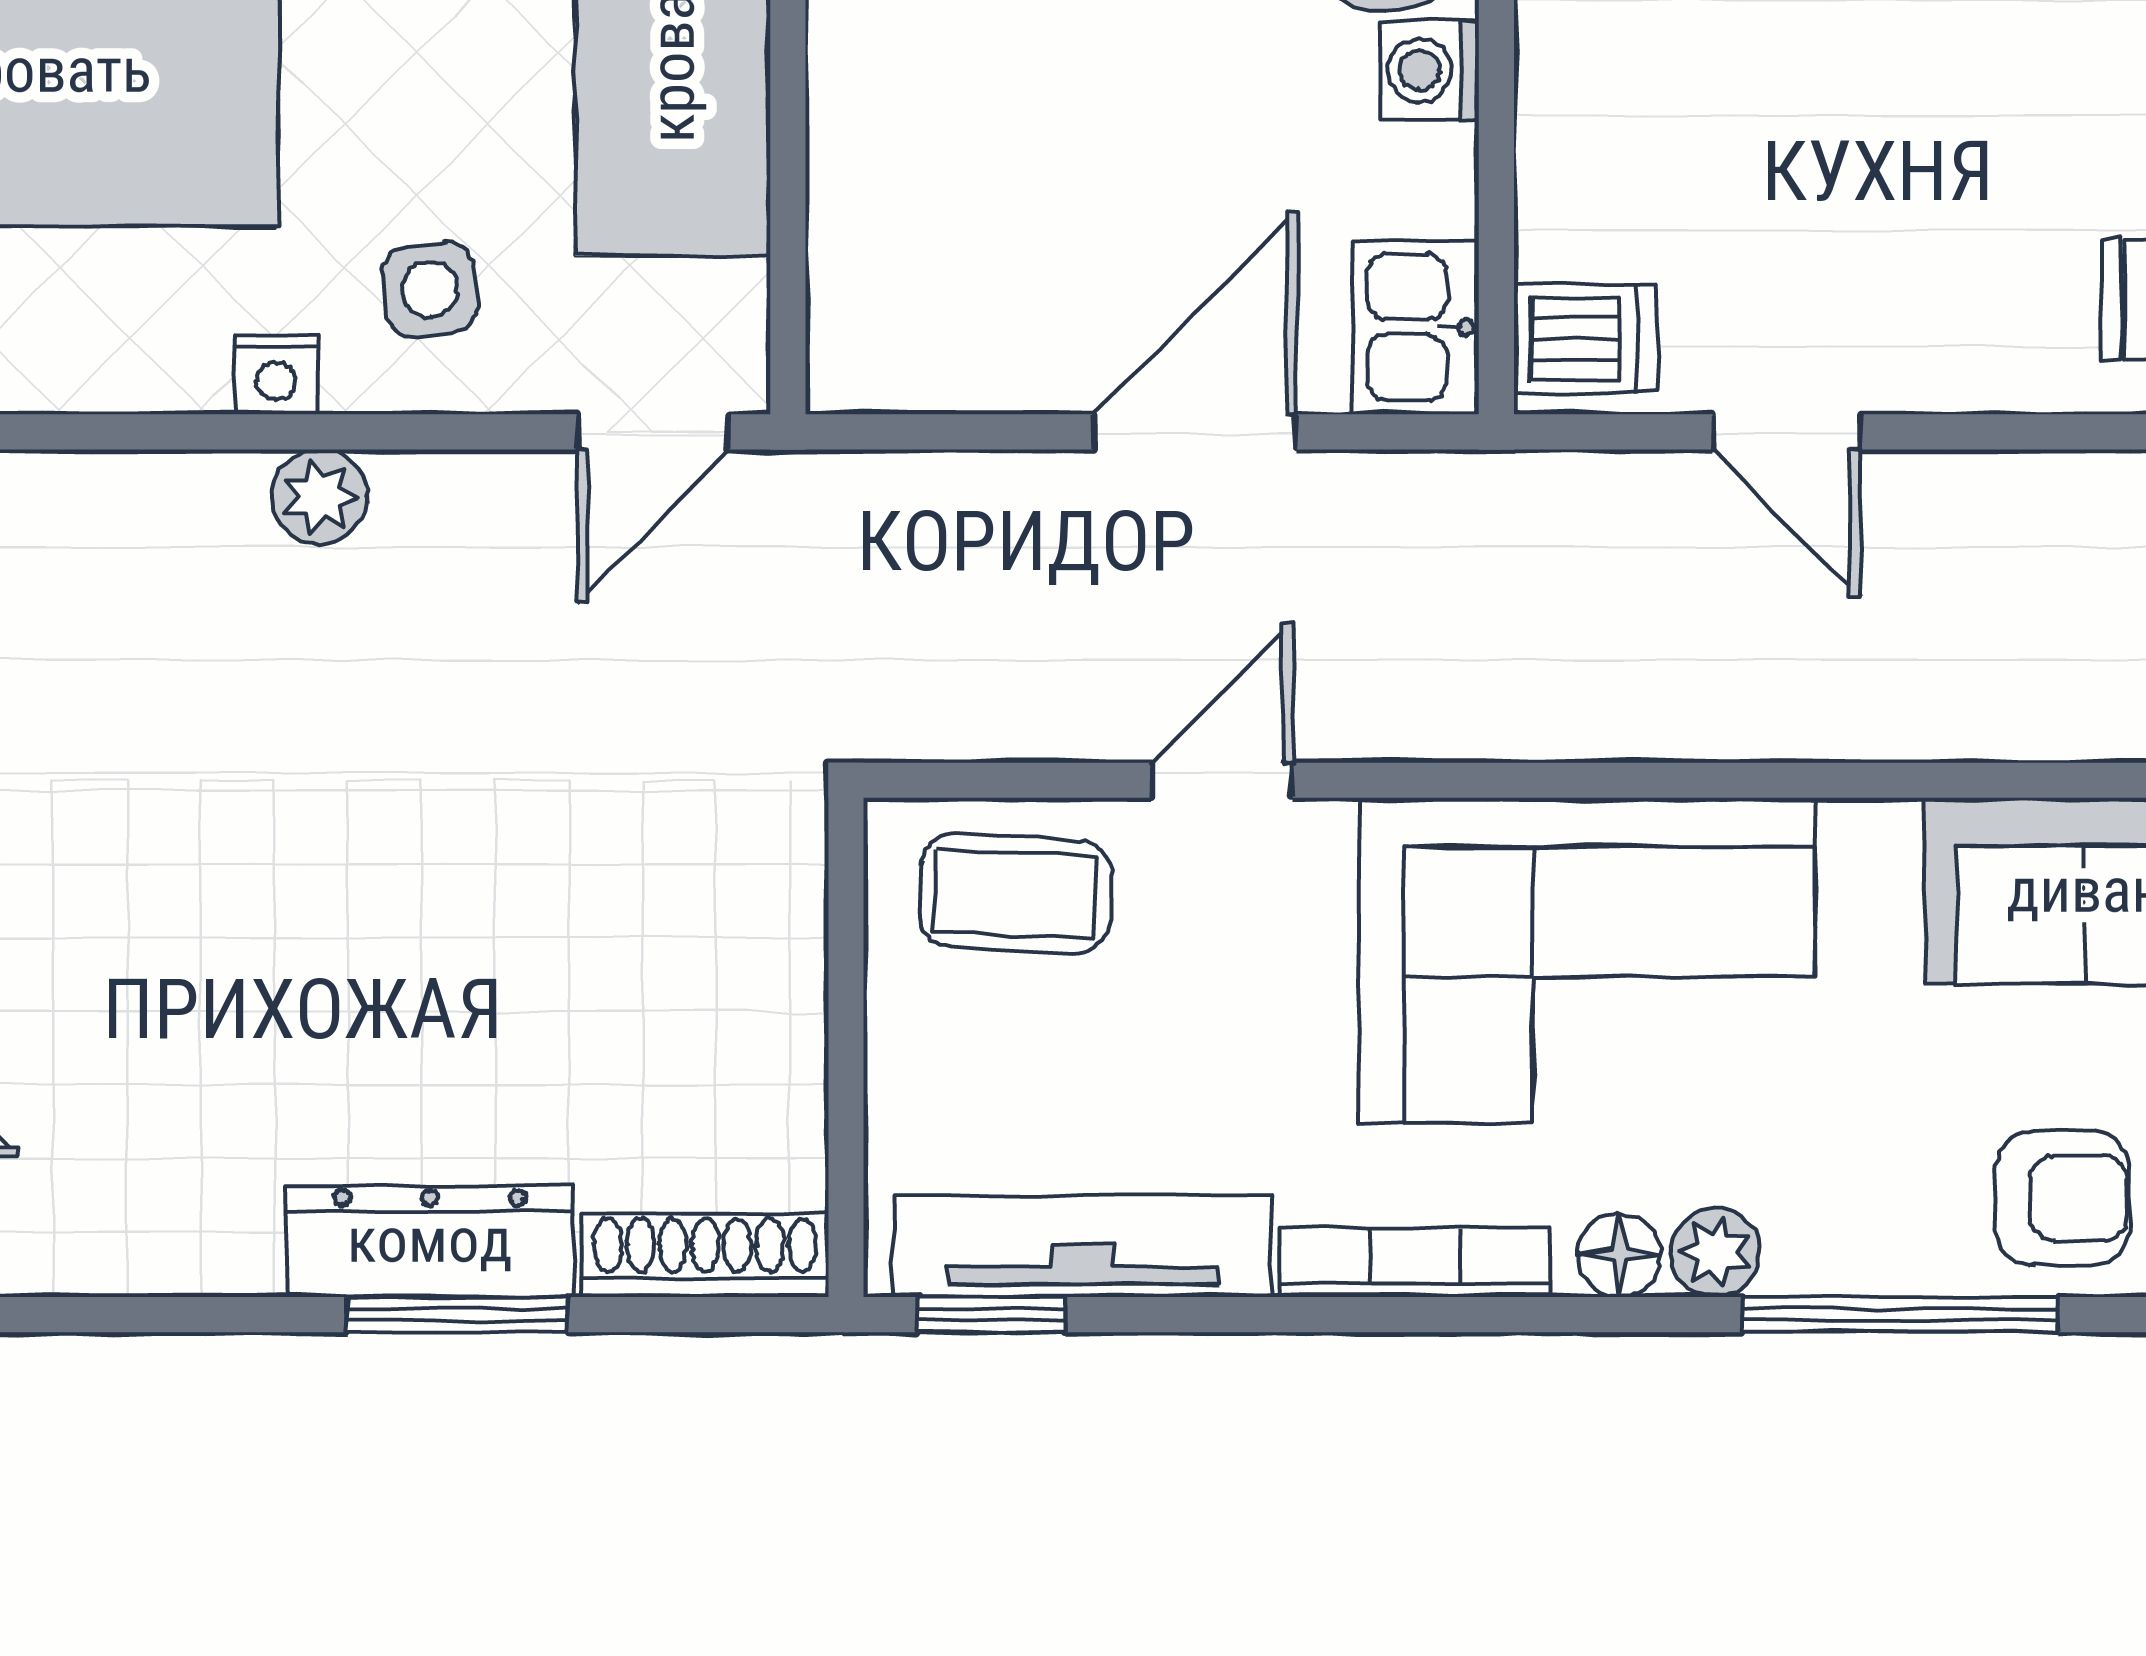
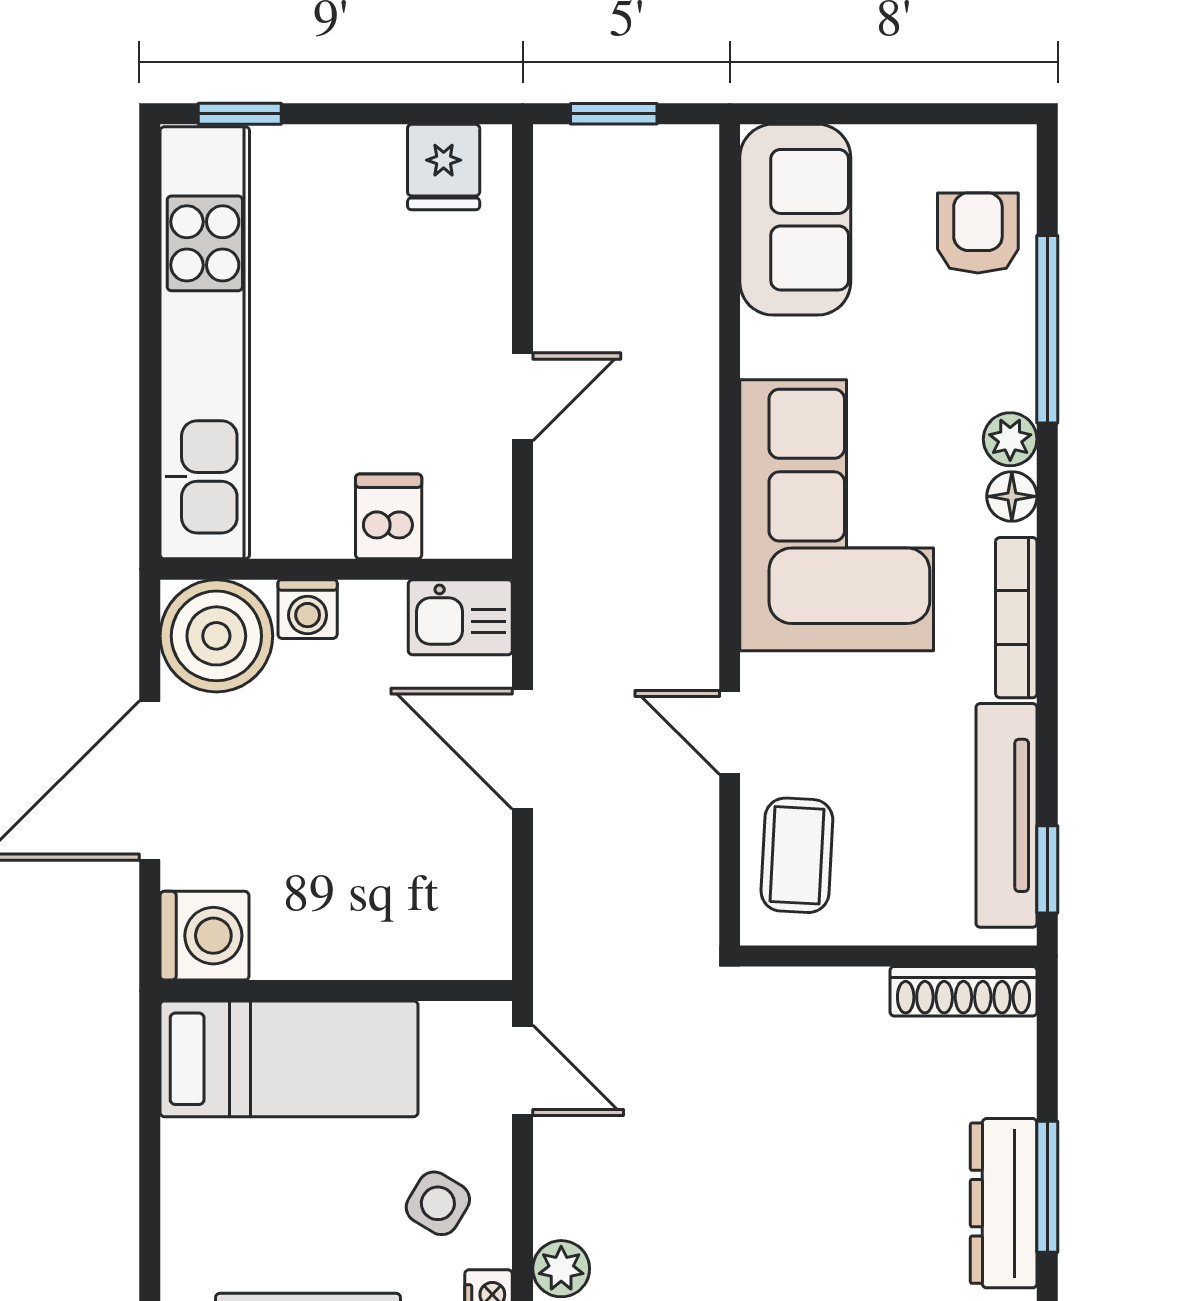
side table: (430, 289) -> (438, 1203), turned 38
dishwasher: (1585, 339) -> (389, 516), moved
shoe rack: (705, 1255) -> (963, 991), moved, turned -90

